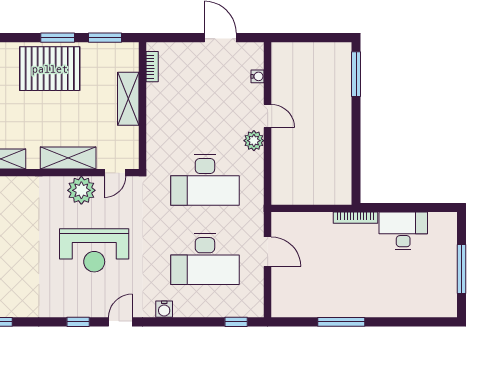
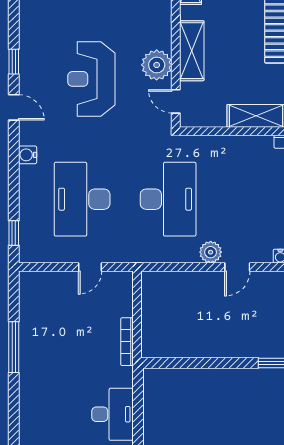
desk: (205, 180) -> (168, 199), turned 180
bookcase: (356, 218) -> (127, 342), moved
door: (268, 252) -> (90, 267), width x0.73

